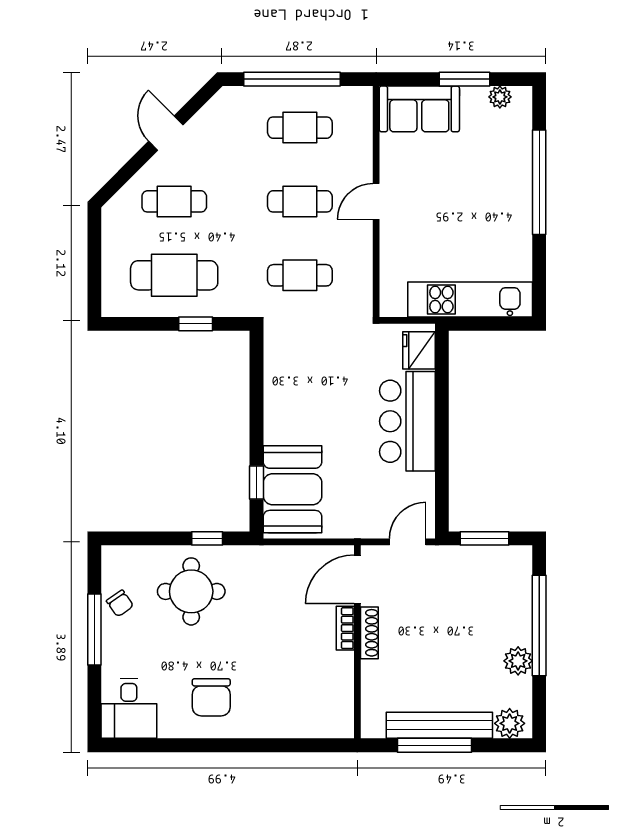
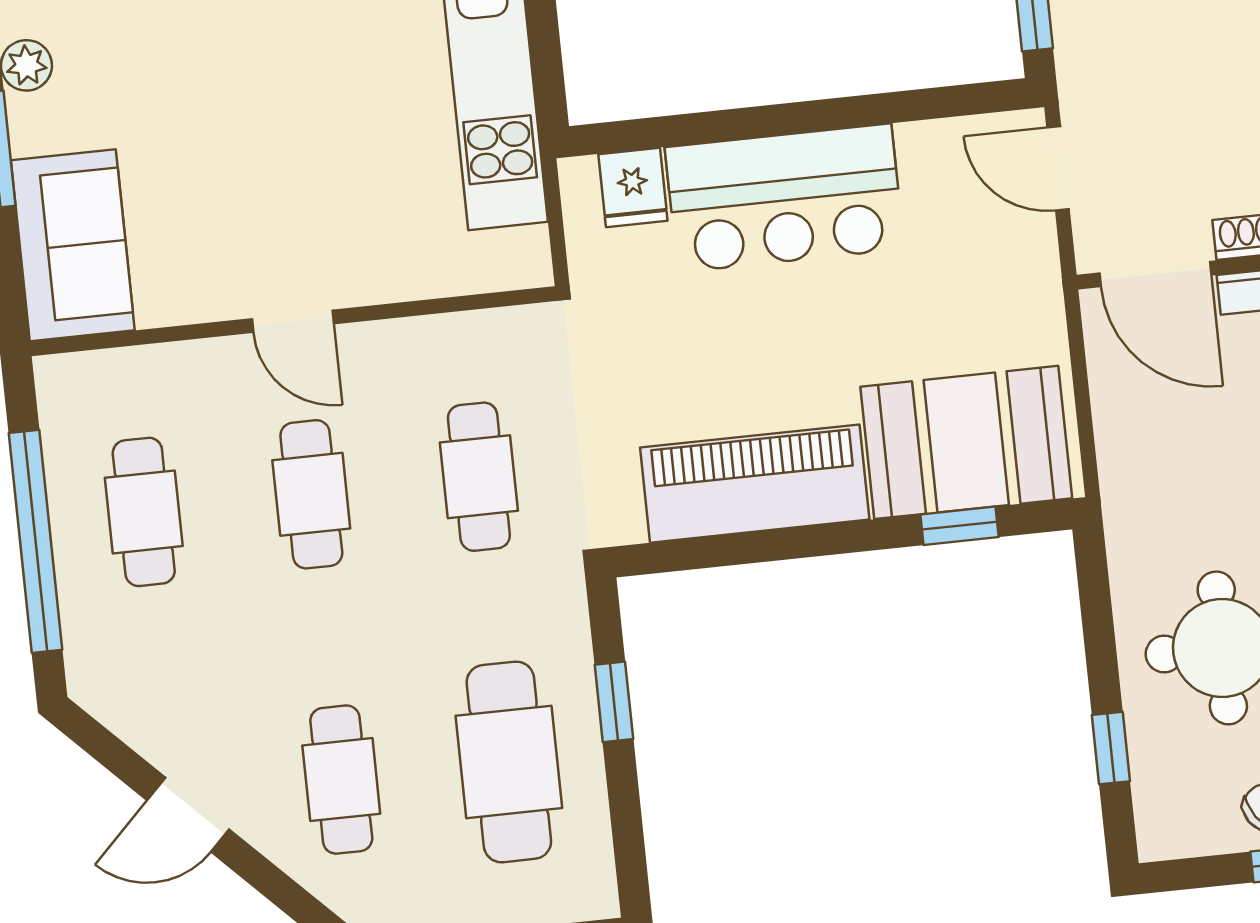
fridge: (419, 350) -> (633, 187), width x0.72
piano: (284, 395) -> (755, 484), added
window: (207, 538) -> (1111, 748), moved

